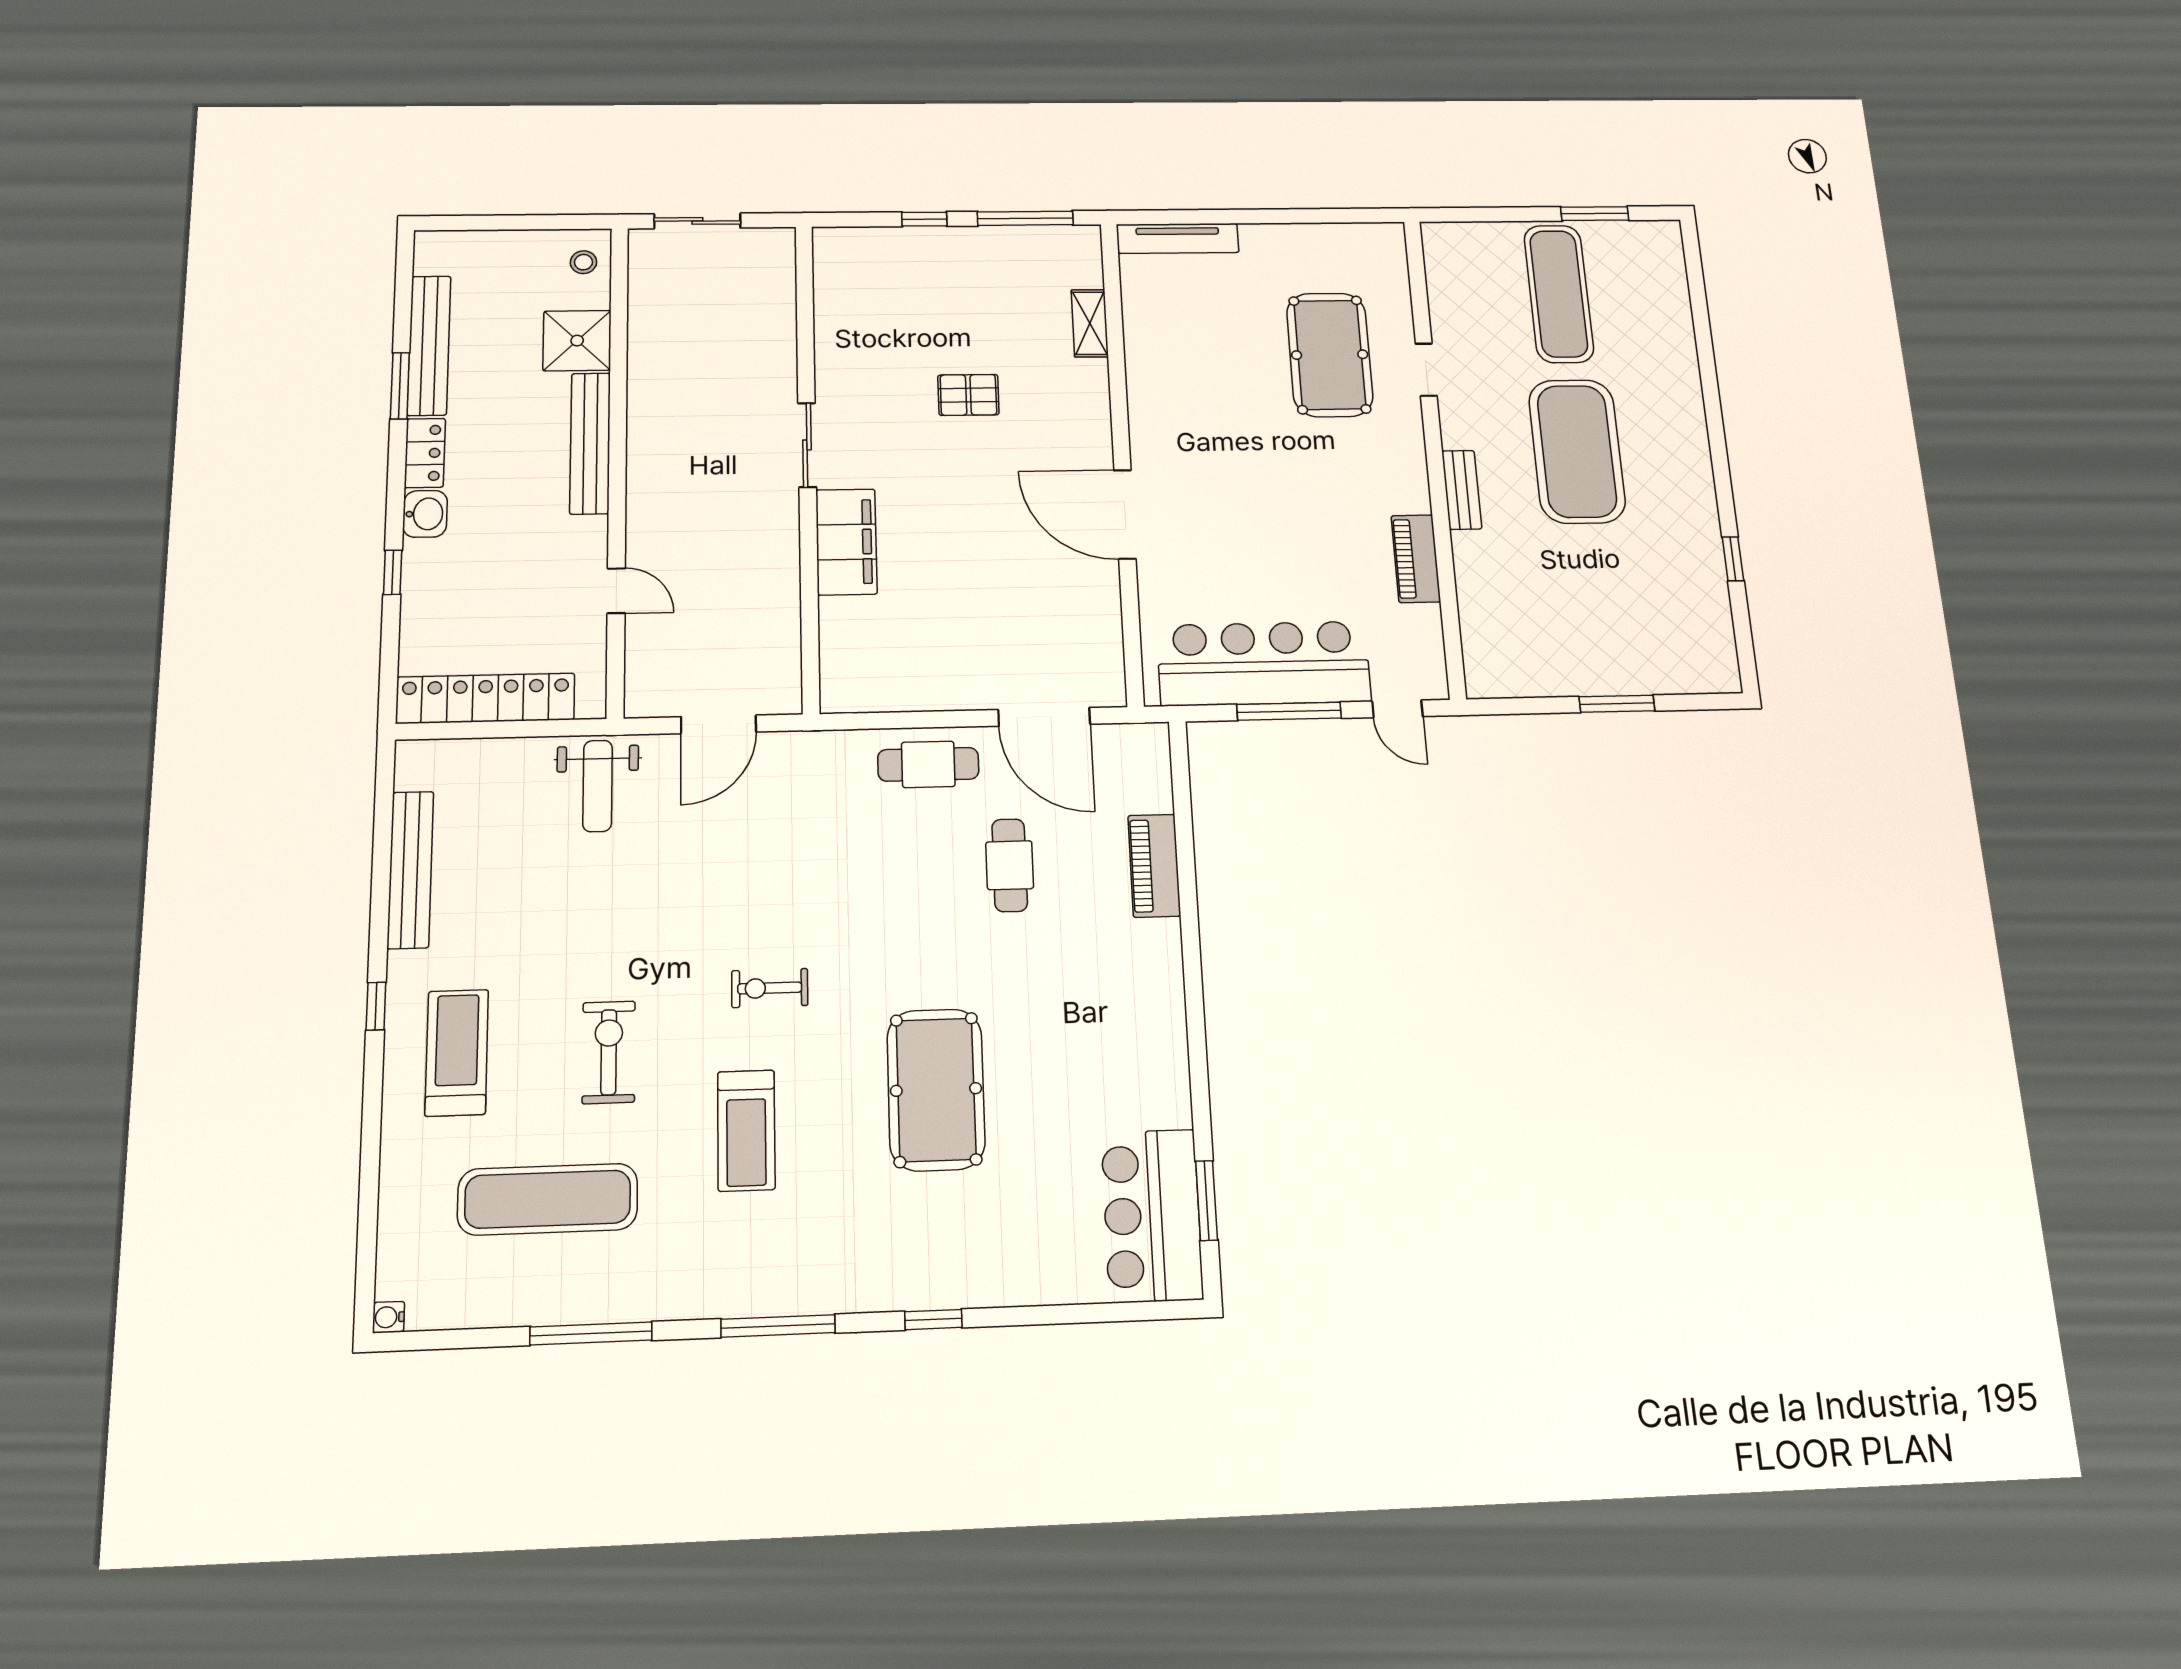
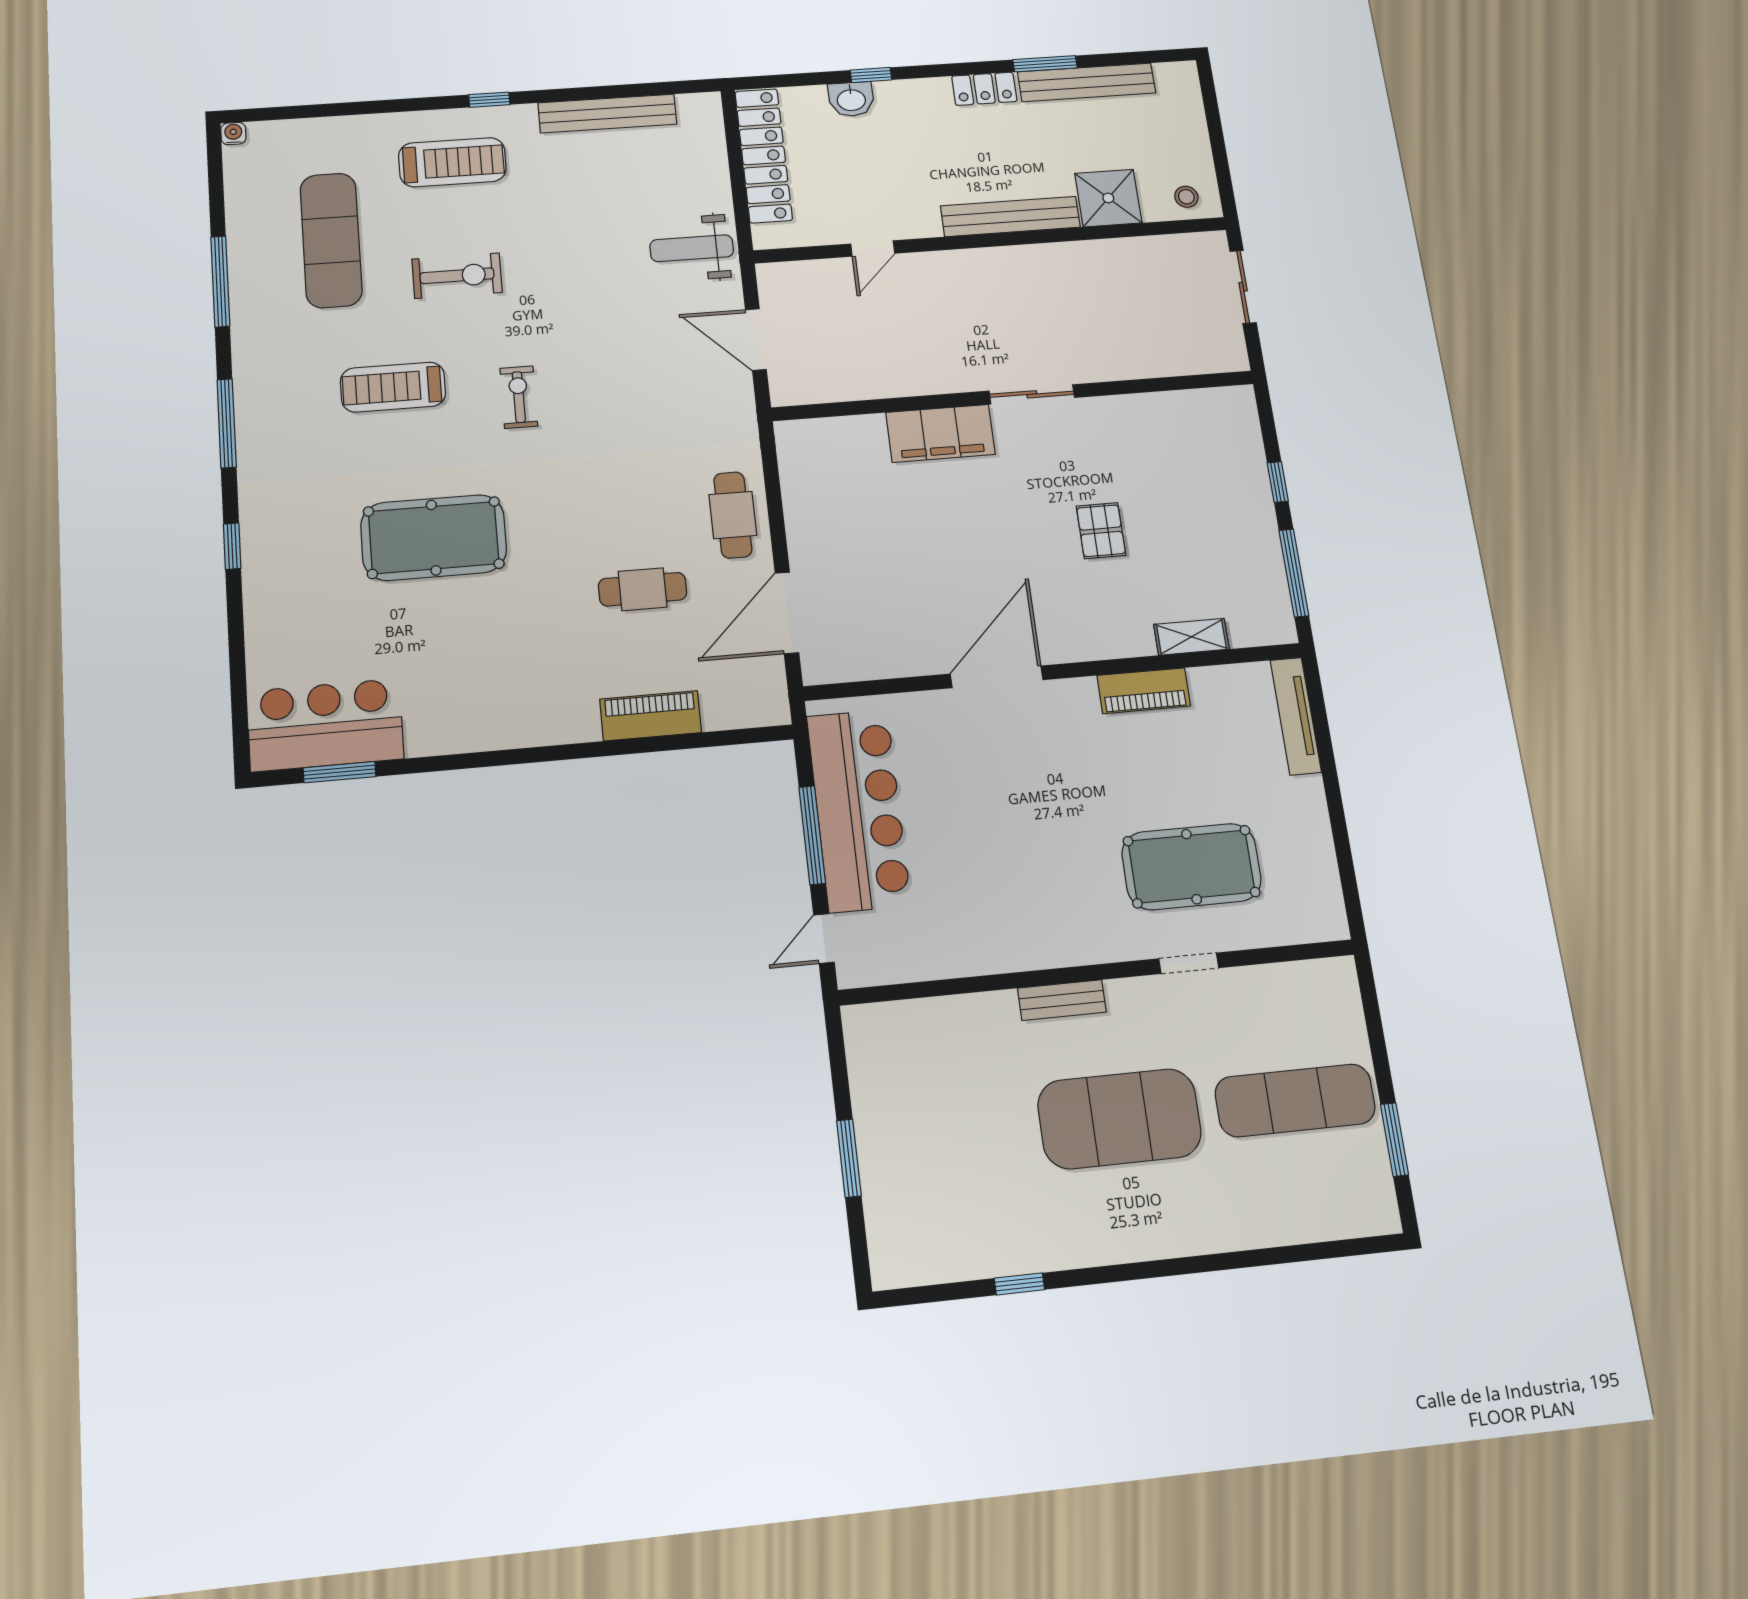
washbasin: (425, 514) -> (851, 99), moved
piano: (1416, 559) -> (1144, 691), moved, turned 180

